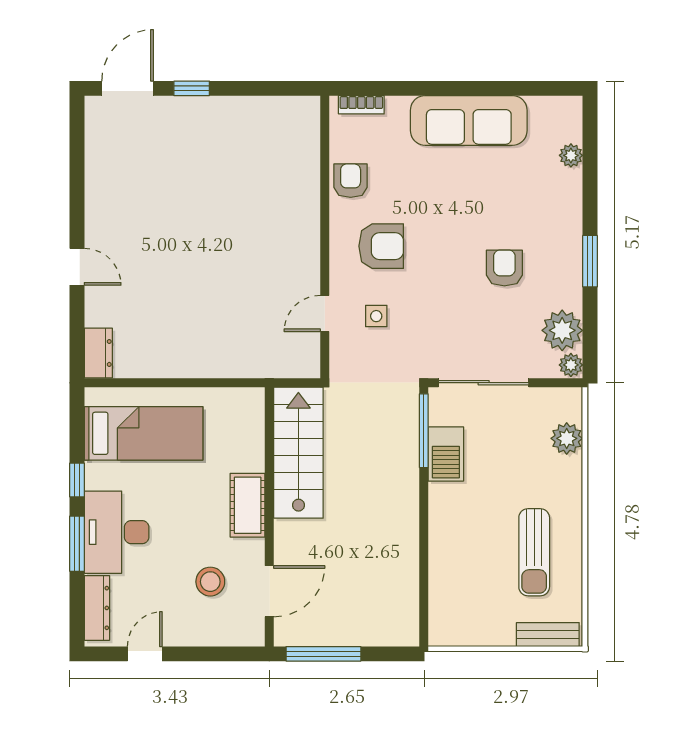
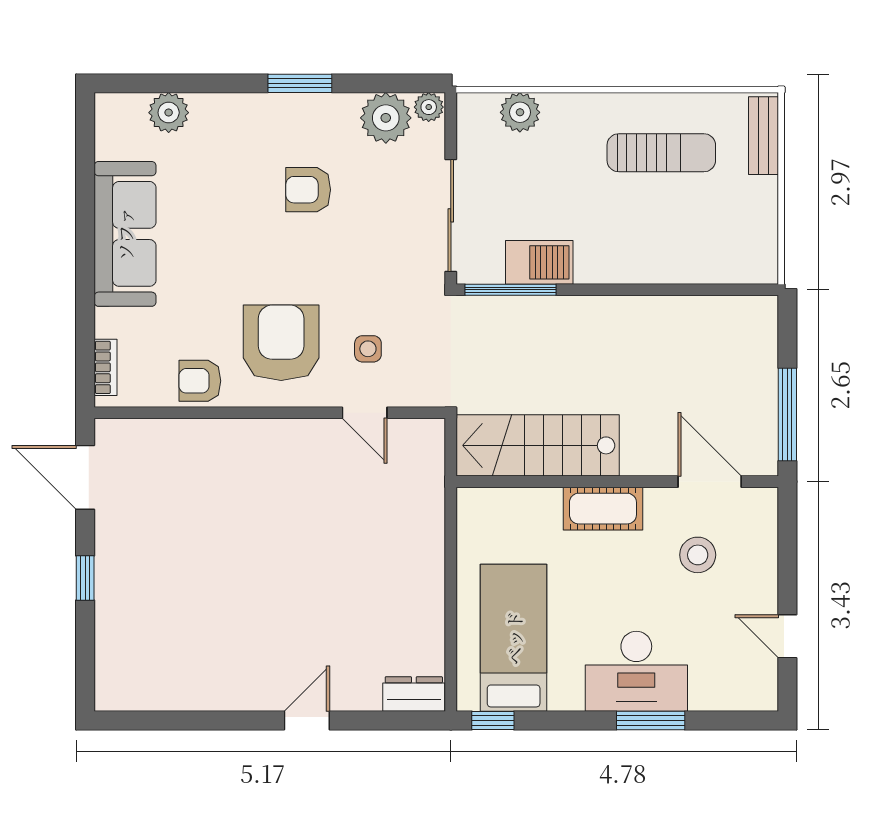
door: (128, 88) -> (85, 477), moved
plant: (571, 155) -> (169, 113), width x1.38, depth x1.38
armchair: (381, 246) -> (281, 343), width x1.36, depth x1.36
window: (77, 480) -> (493, 720), moved
dresser: (97, 608) -> (730, 696), removed

